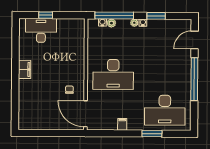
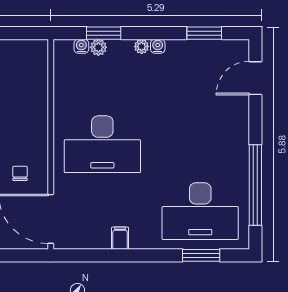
window: (114, 16) -> (104, 33), width x0.47
window: (156, 16) -> (204, 33), moved
window: (194, 79) -> (255, 185), moved
window: (152, 134) -> (201, 255), moved

